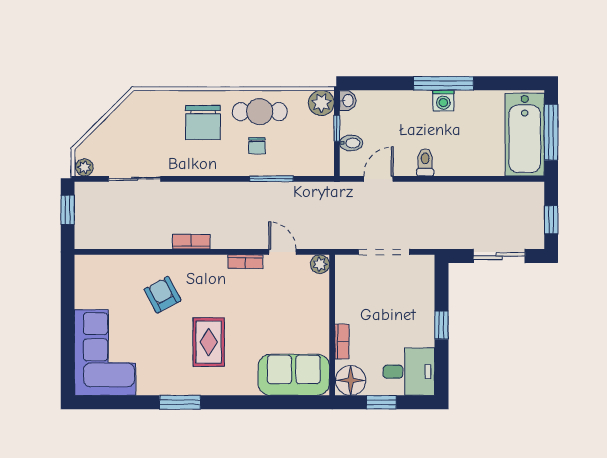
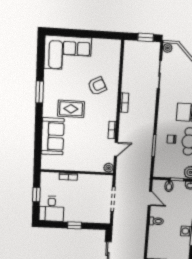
sofa: (294, 375) -> (53, 136), moved
floor lamp: (351, 380) -> (48, 180), removed

